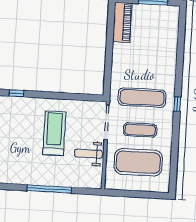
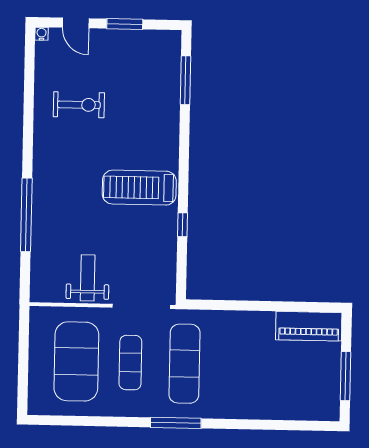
window: (16, 93) -> (182, 225), moved
window: (177, 104) -> (176, 423), width x2.17
treadmill: (54, 133) -> (139, 188), moved, turned 180

